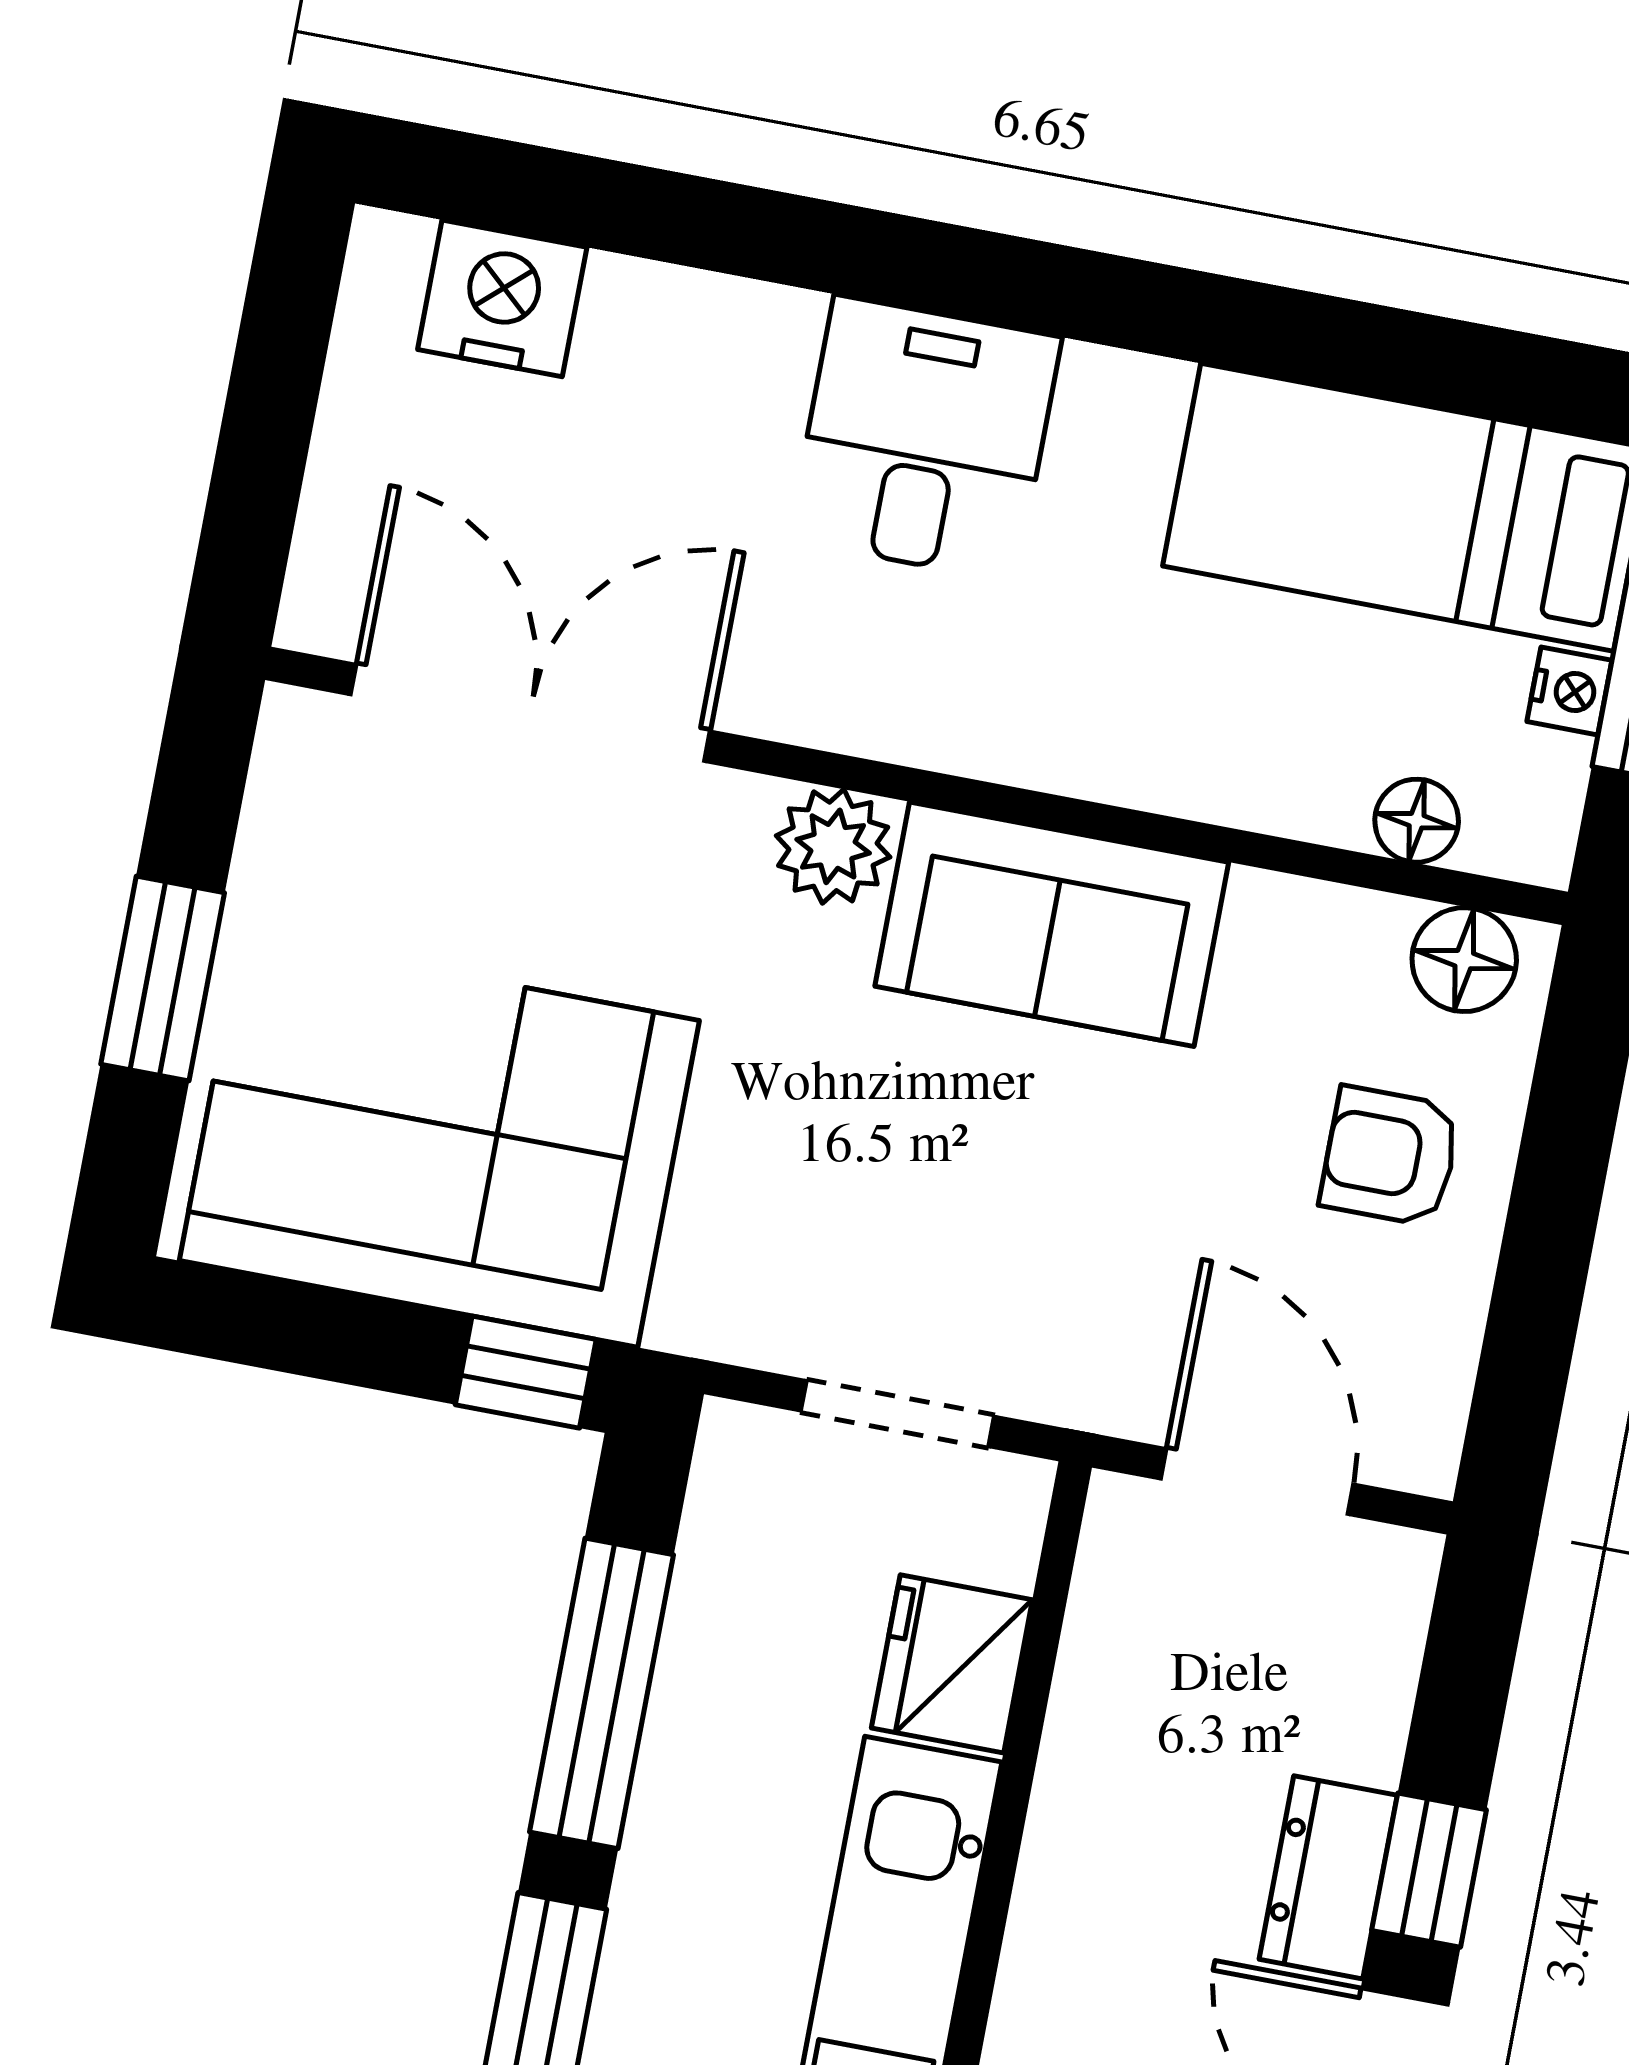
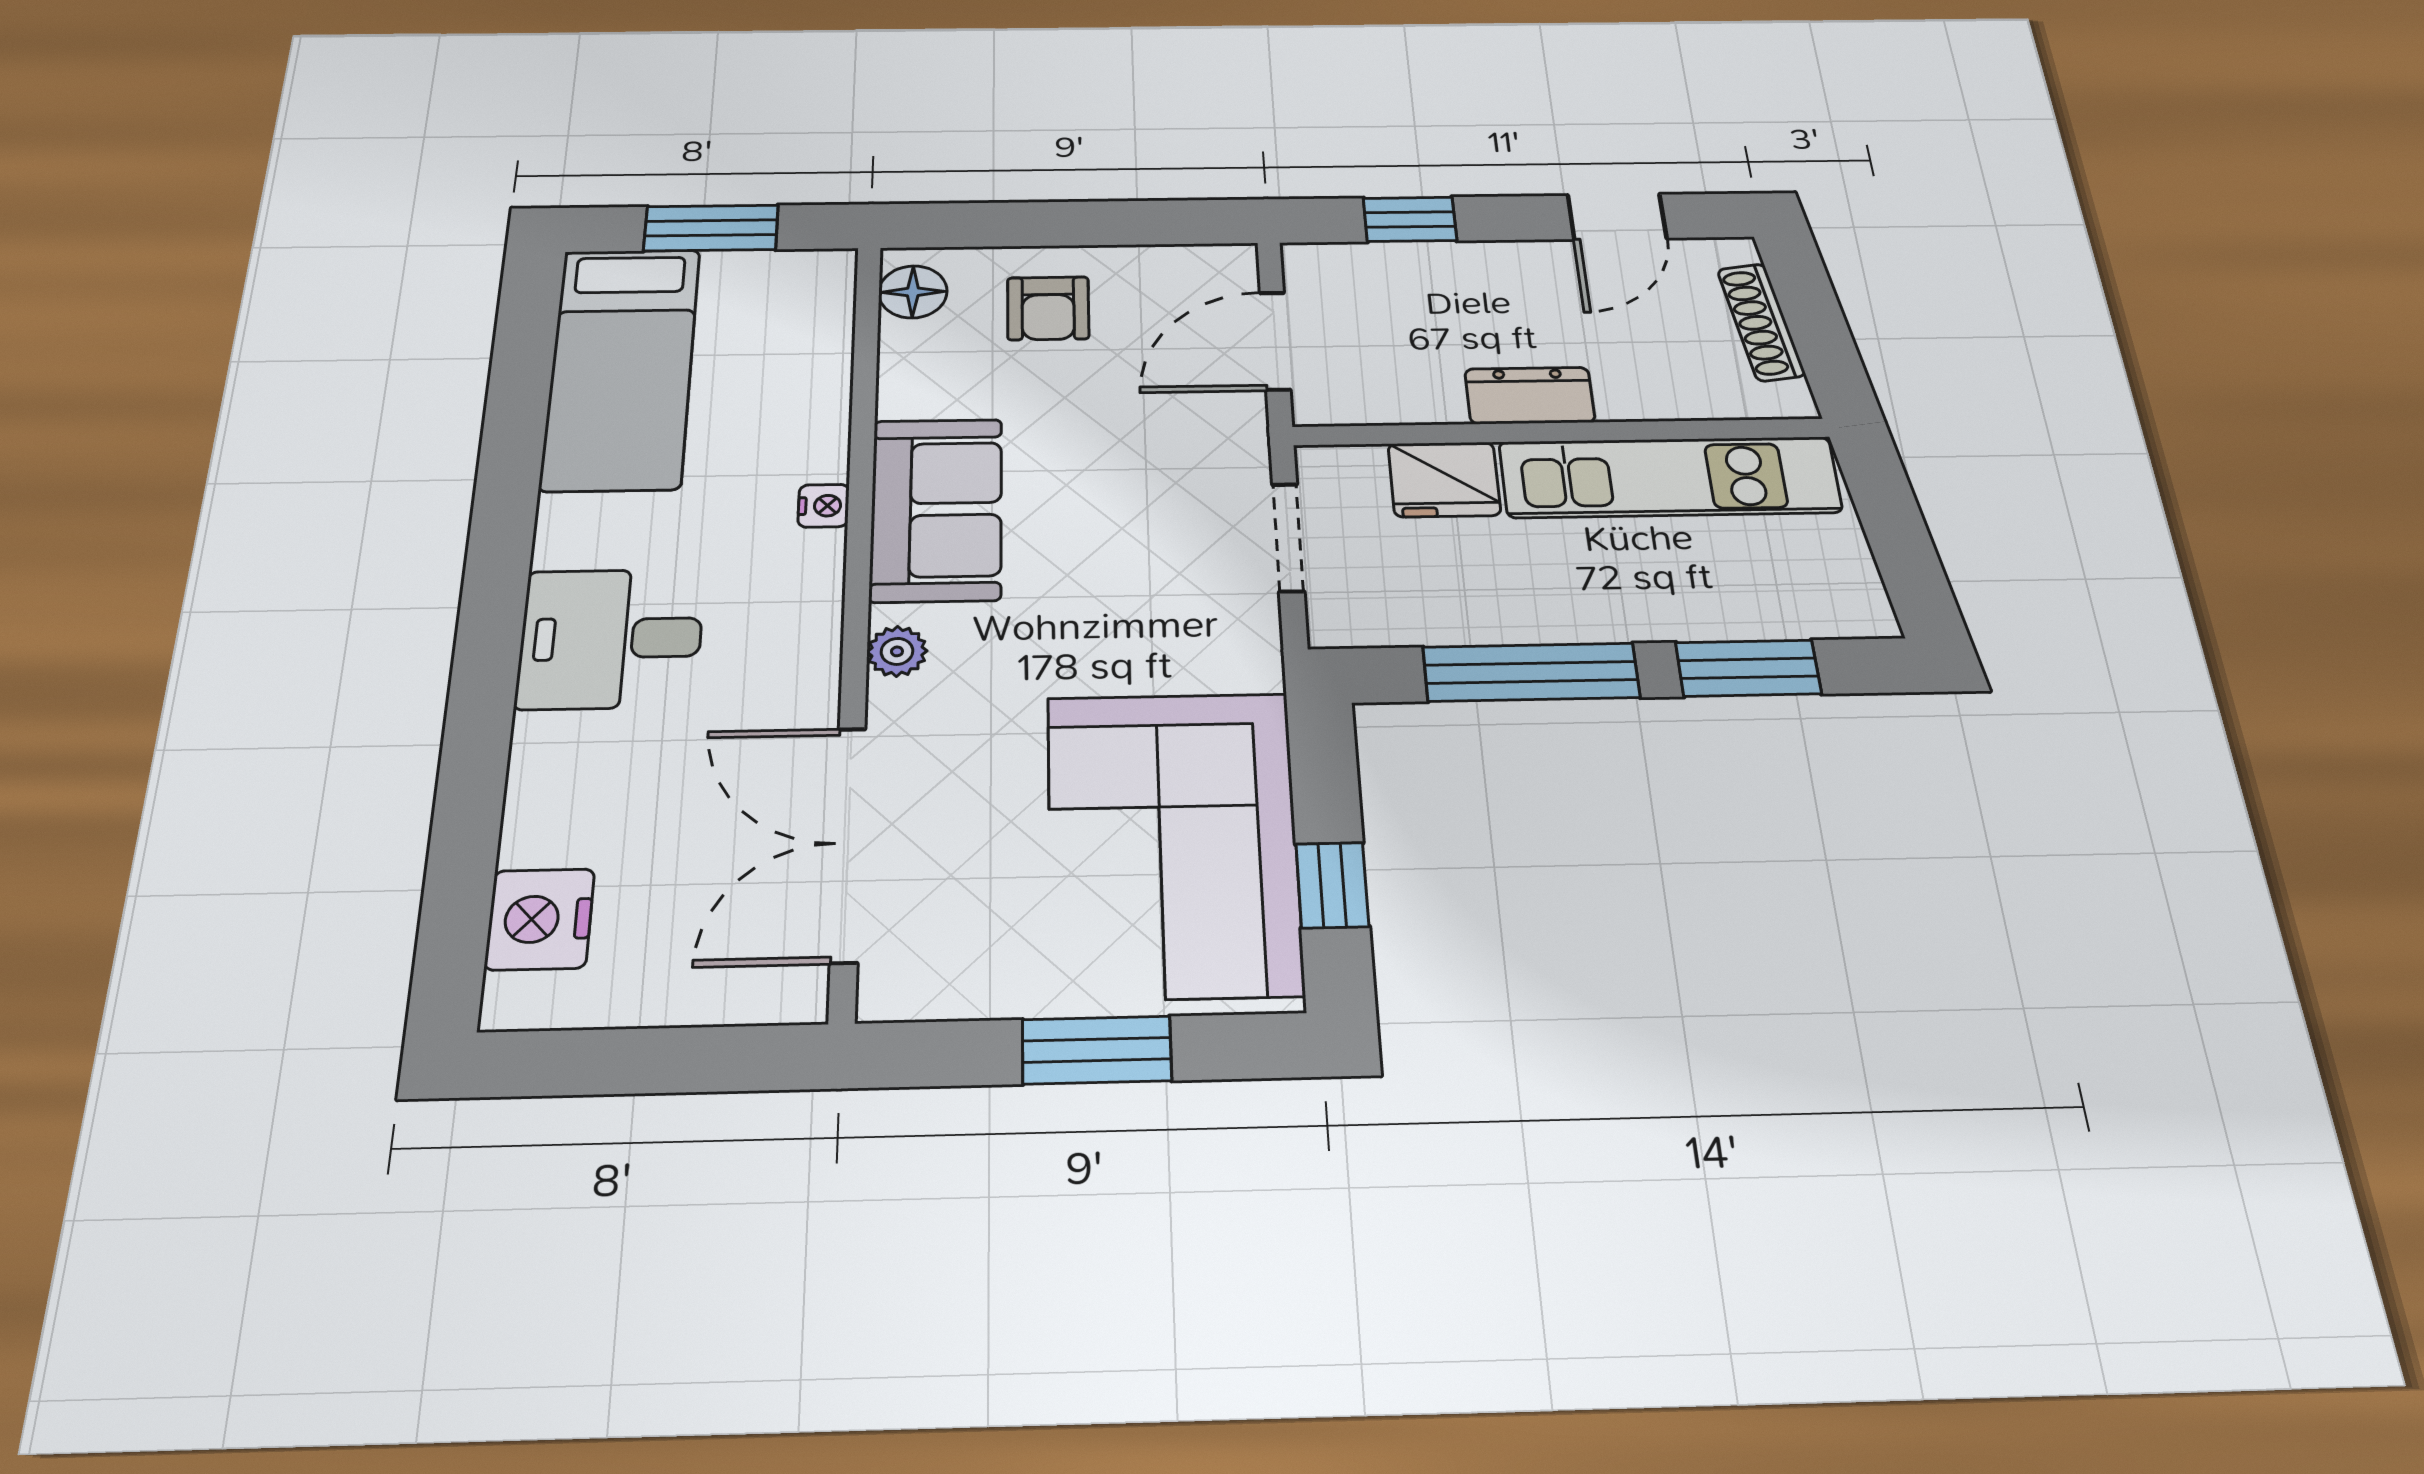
nightstand: (1569, 691) -> (824, 506), moved, turned 90
floor lamp: (1417, 821) -> (828, 330), removed
plant: (833, 846) -> (897, 651), width x0.73, depth x0.73
window: (526, 1372) -> (1332, 885), moved
window: (1429, 1870) -> (1410, 219), moved
dresser: (1328, 1877) -> (1530, 396), moved, turned 180

